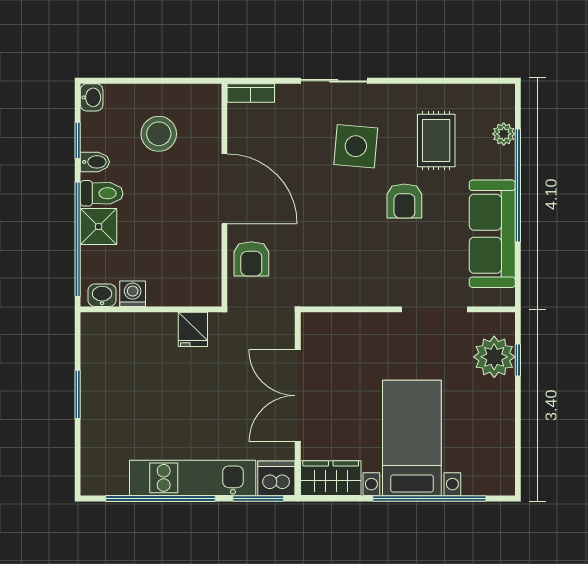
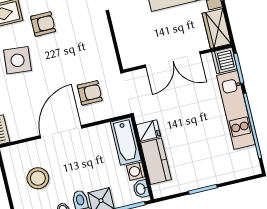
armchair: (251, 259) -> (90, 93), moved
bathtub: (185, 289) -> (126, 141), added
kitchen counter: (141, 330) -> (156, 161), added

